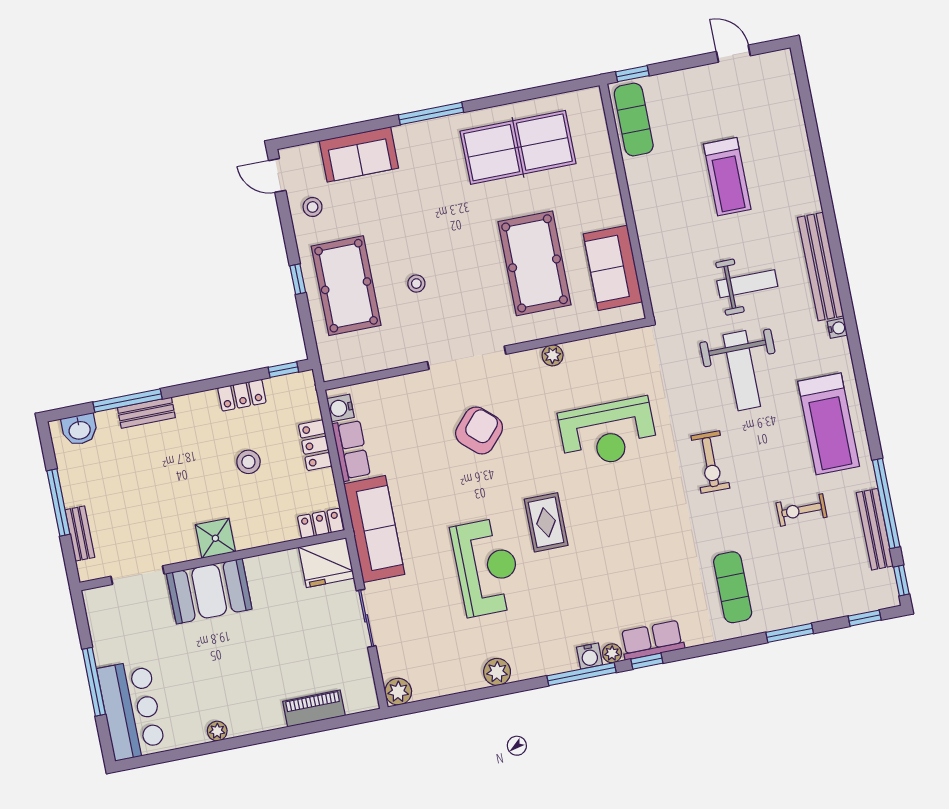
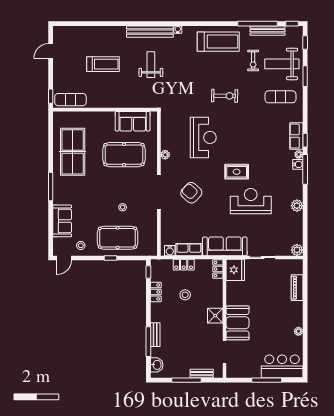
weight bench: (742, 371) -> (282, 64), moved, turned 180

